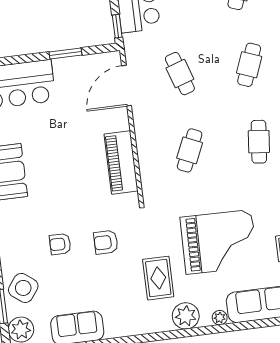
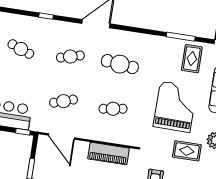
cafe table: (249, 65) -> (70, 57), turned -36
cafe table: (259, 142) -> (120, 64), width x1.37, depth x1.35
cafe table: (190, 150) -> (113, 109), turned -33

